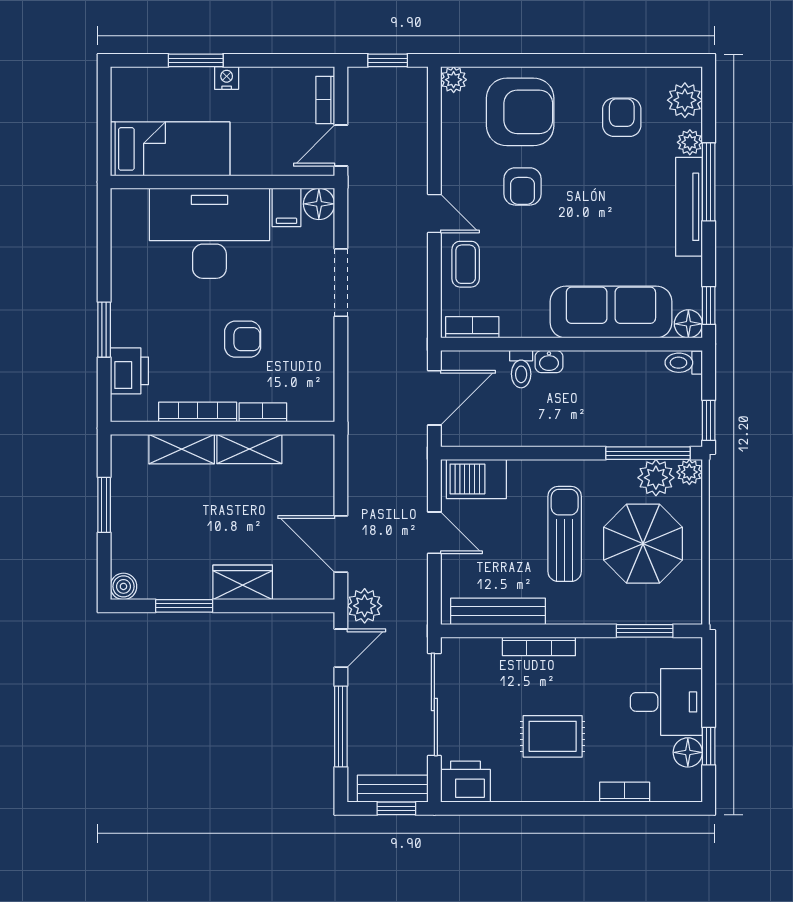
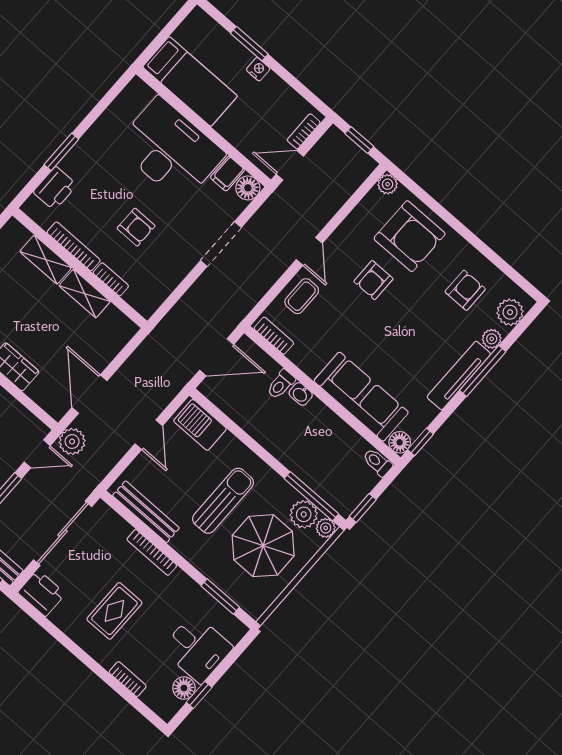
rug: (553, 736) -> (114, 611), turned 90

